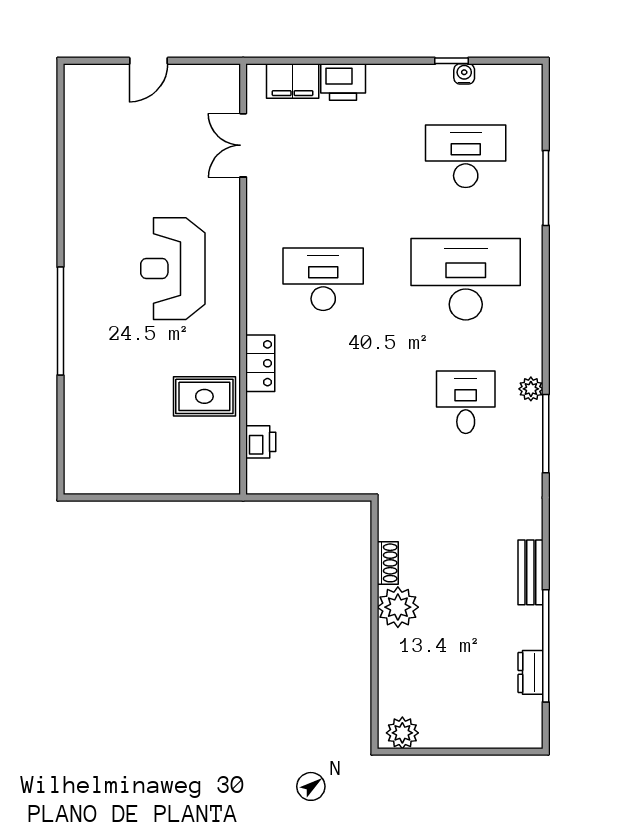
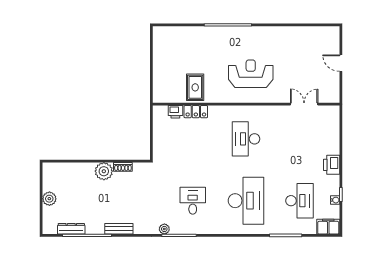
filing cabinet: (293, 81) -> (328, 227), moved, turned 90
printer: (343, 82) -> (332, 165), moved
desk: (323, 279) -> (246, 139), turned 180
locker: (260, 363) -> (196, 112), moved
plant: (531, 389) -> (164, 229), moved
desk: (466, 402) -> (193, 201), turned -90
dresser: (531, 672) -> (71, 229), width x1.44
plant: (402, 733) -> (49, 199), moved

